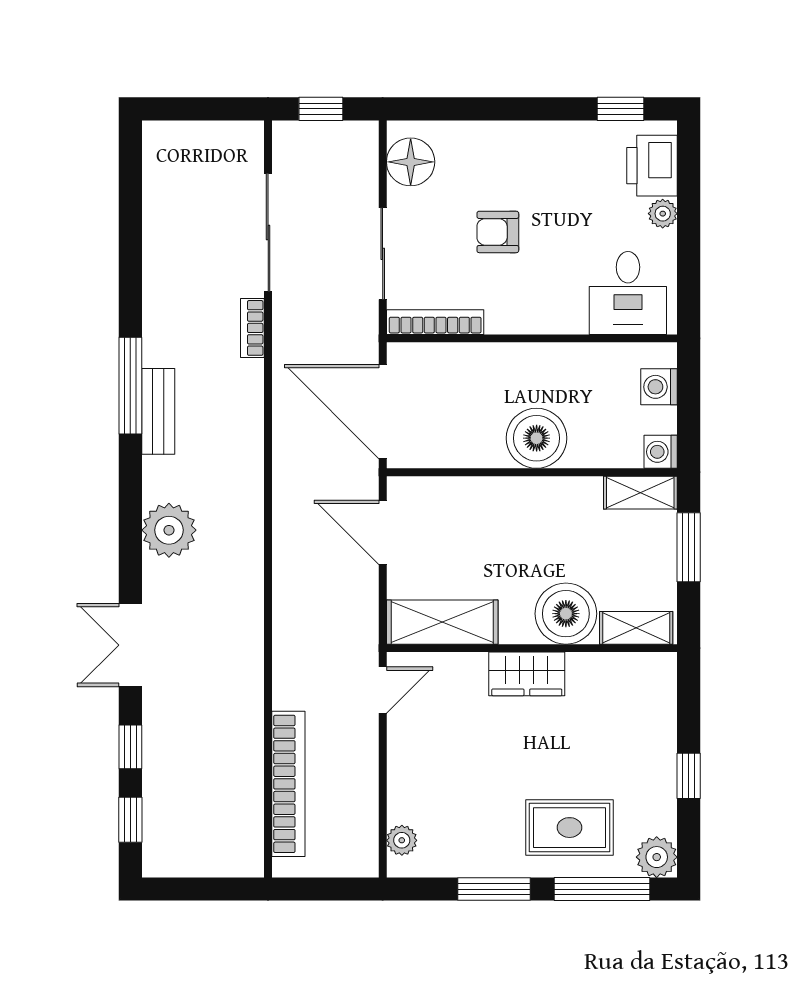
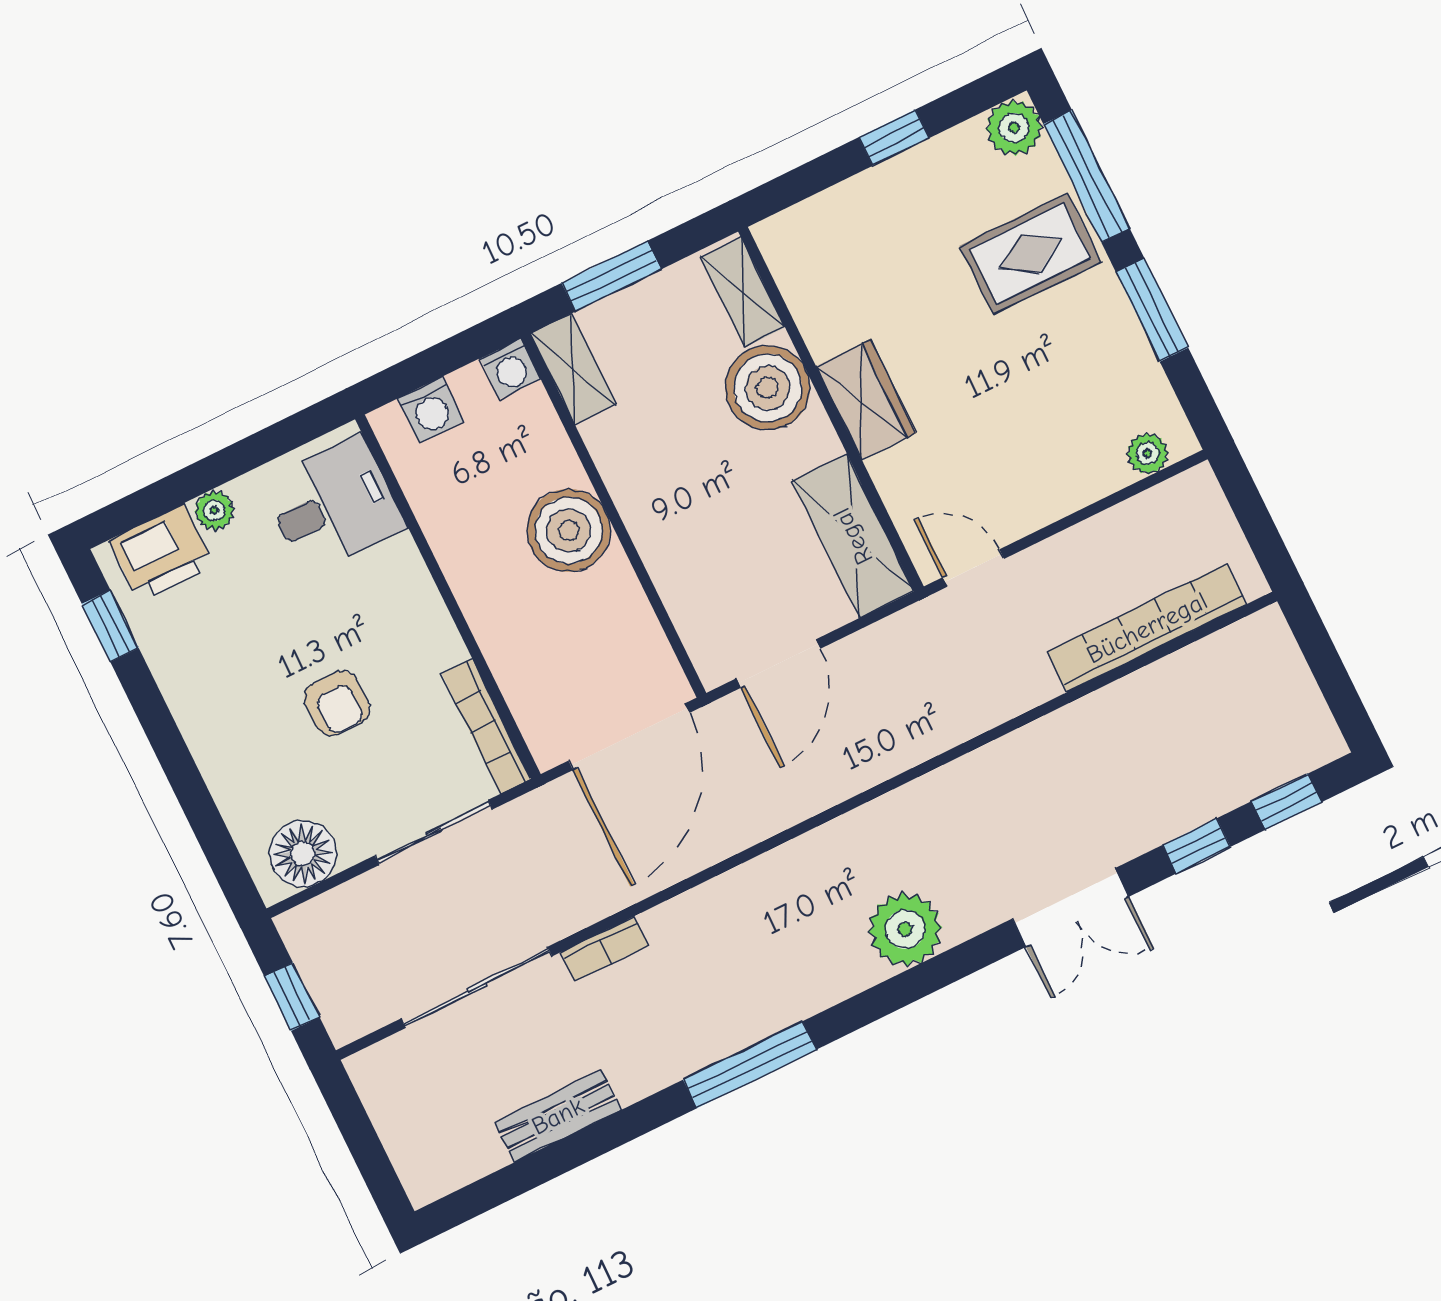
bench: (158, 411) -> (558, 1116), moved
rug: (569, 828) -> (1030, 254), turned 90

